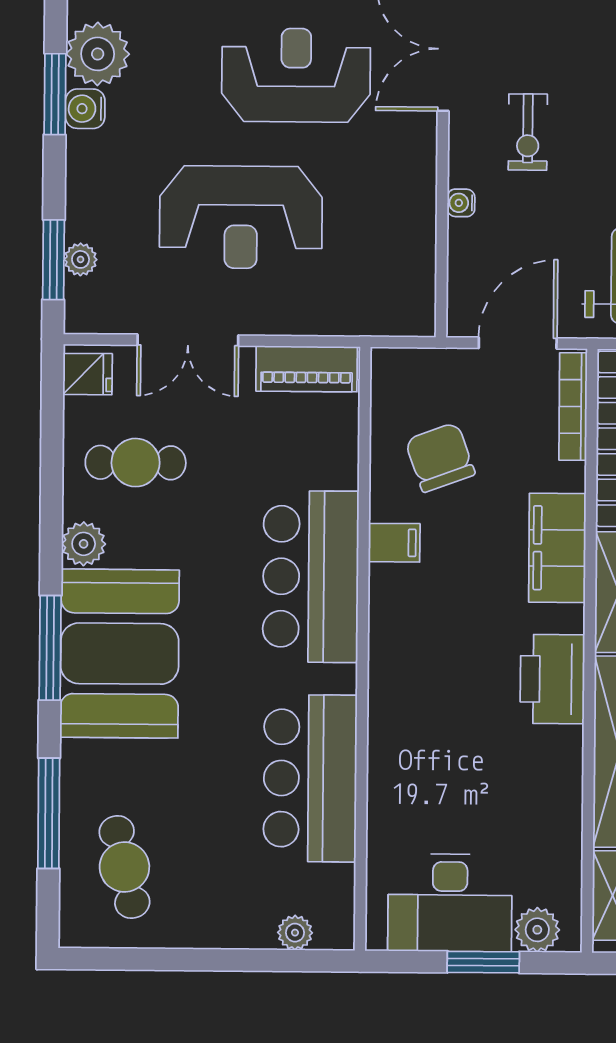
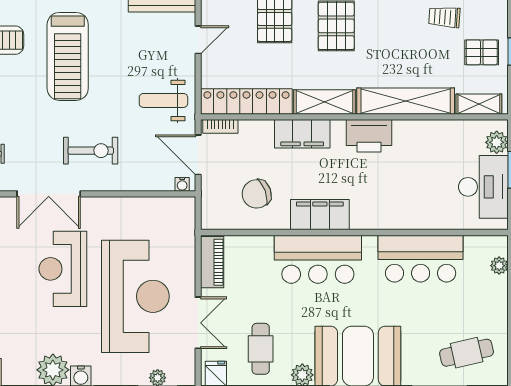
exercise bike: (528, 132) -> (91, 151), width x1.38, depth x1.39
water cooler: (461, 203) -> (182, 184), moved
reception desk: (241, 217) -> (135, 296), width x1.36, depth x1.30
bookcase: (573, 406) -> (220, 126), width x0.64
filing cabinet: (394, 543) -> (320, 215), width x3.00, depth x1.17

